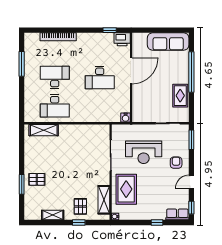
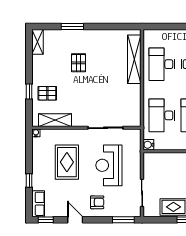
desk: (100, 106) -> (162, 115), added
shelving: (44, 130) -> (134, 59), width x1.47
pallet: (37, 179) -> (79, 63), moved
rug: (126, 189) -> (67, 162), moved, turned 90
shelving: (53, 215) -> (38, 42), moved

